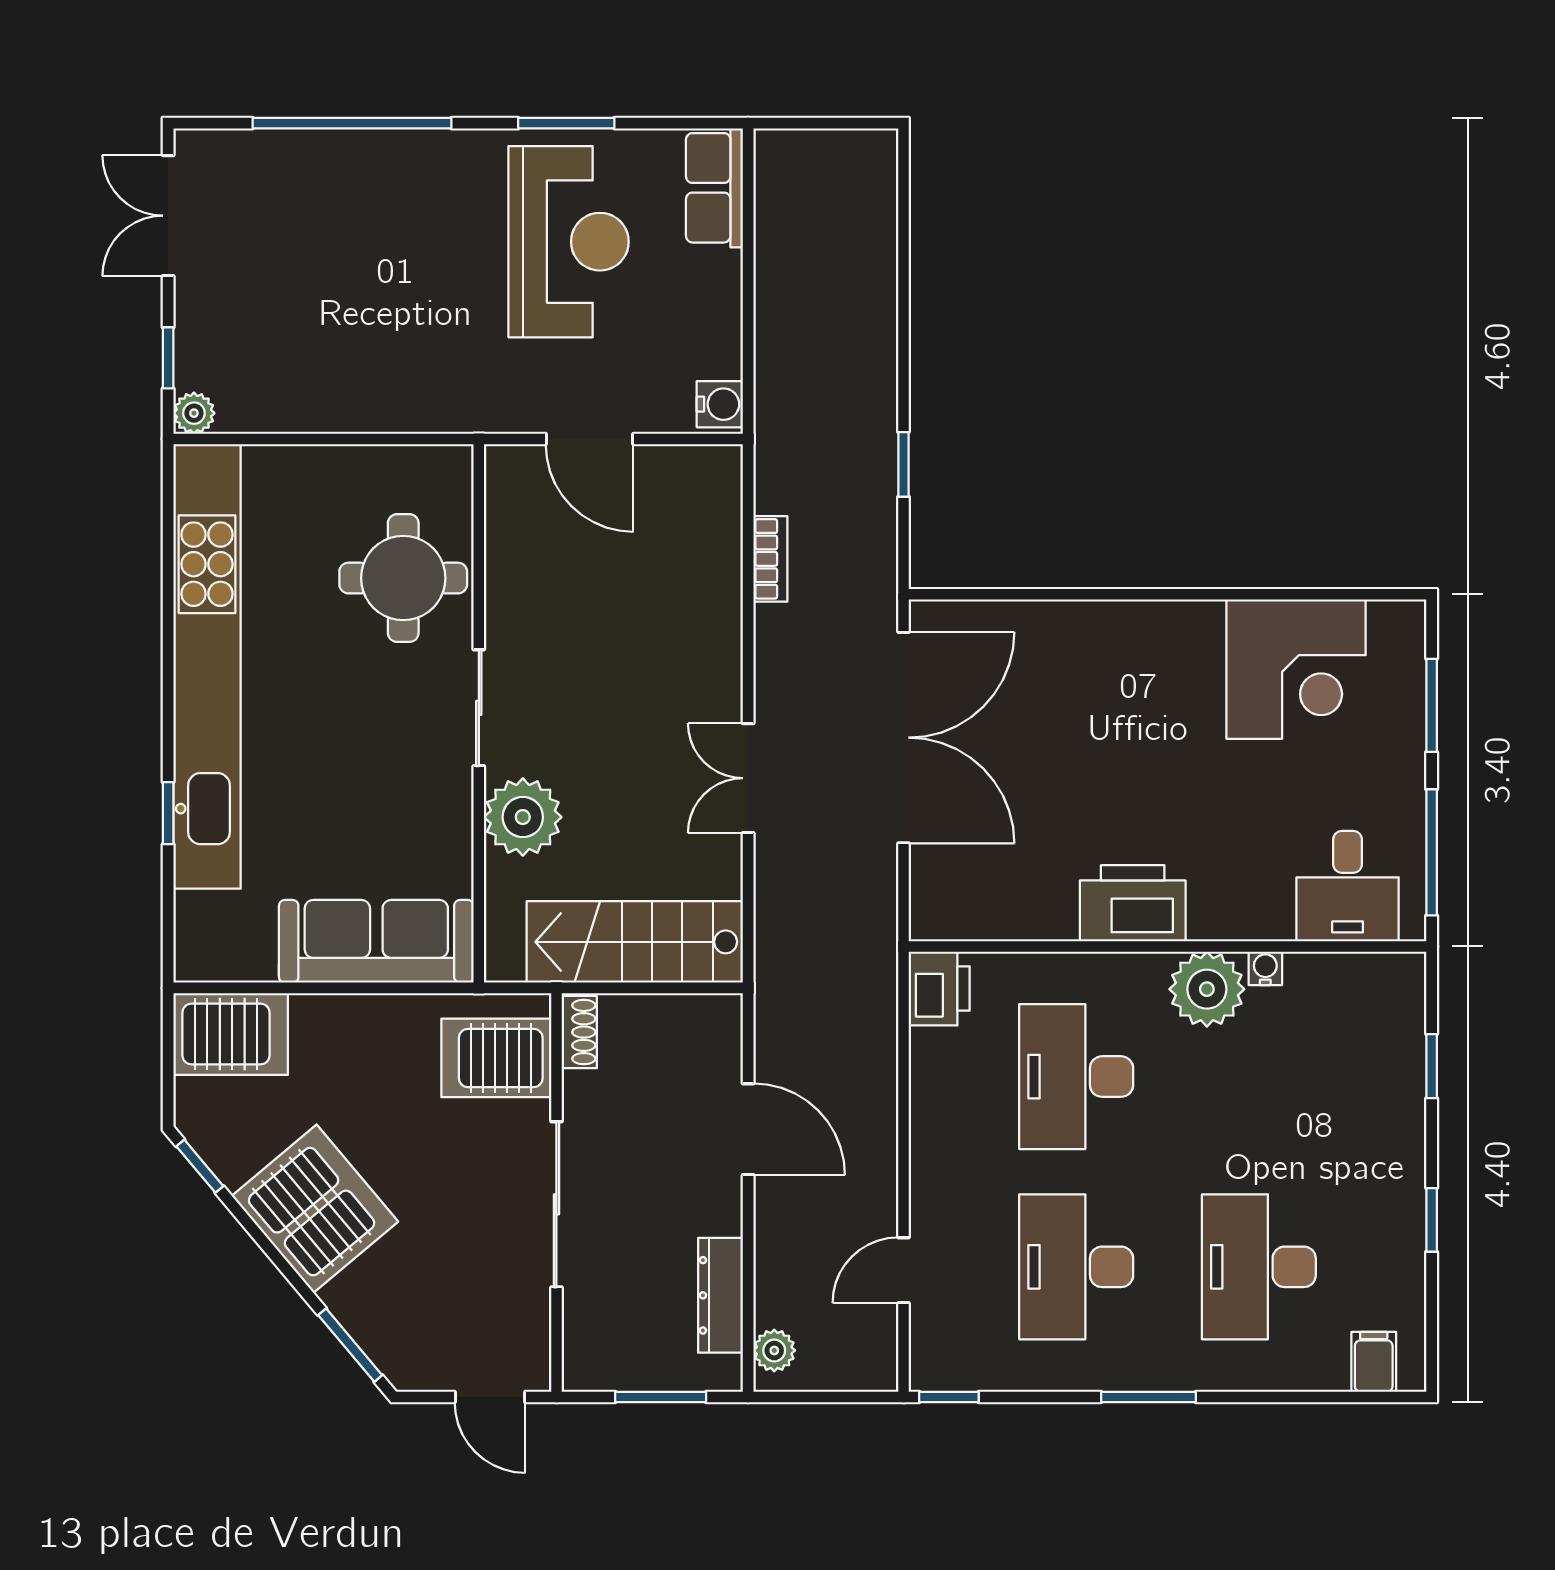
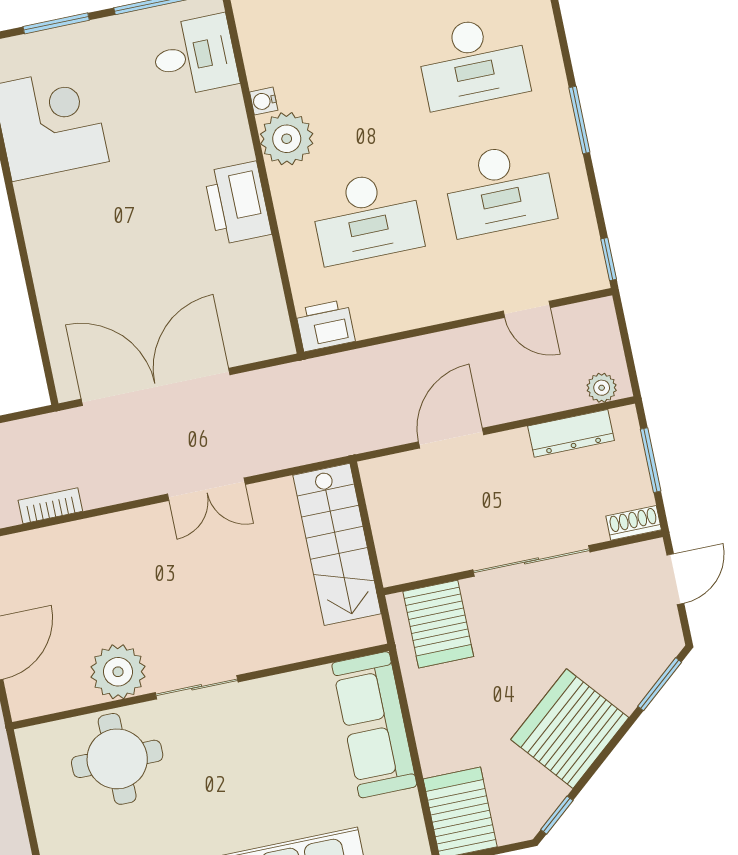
plant: (523, 817) -> (118, 672), moved
shoe rack: (579, 1032) -> (634, 523), moved

